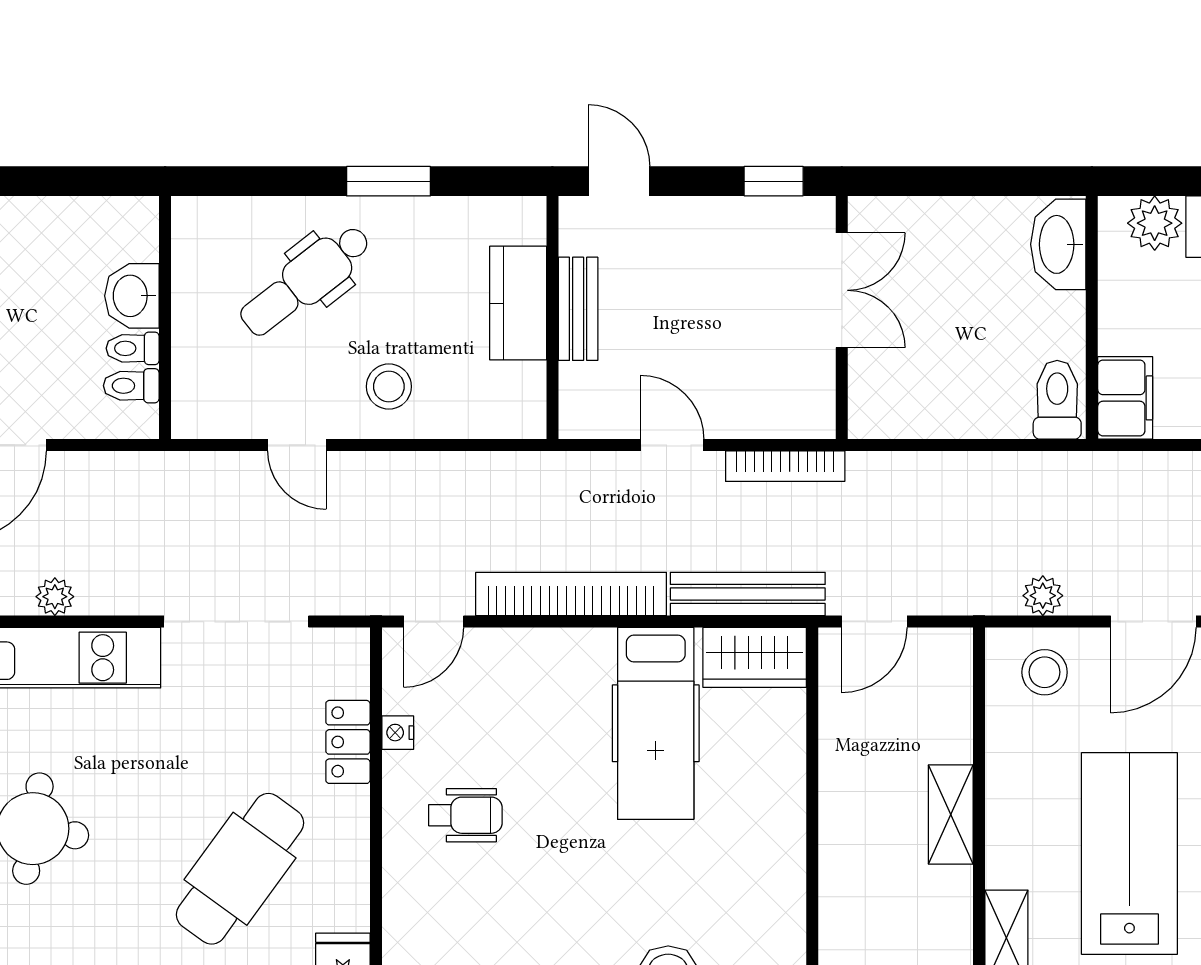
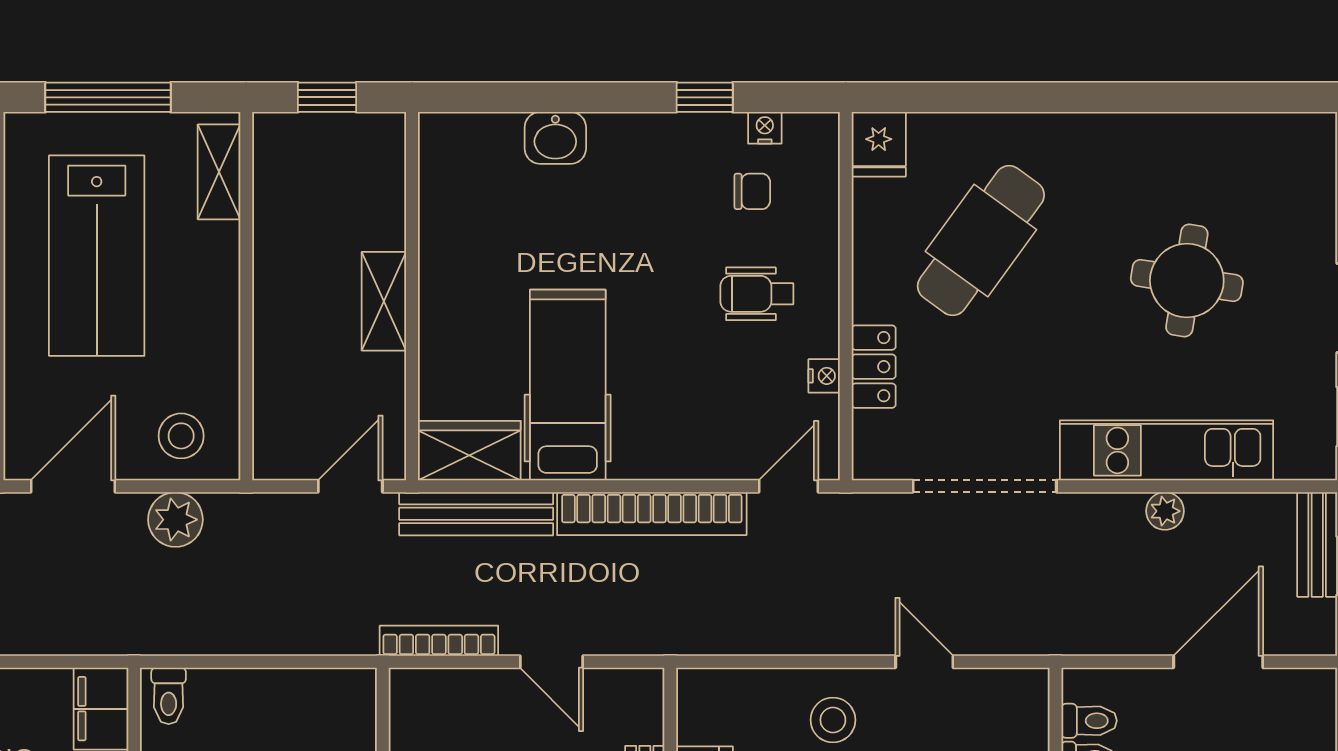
toilet: (1057, 400) -> (169, 696), width x0.73, depth x0.72
plant: (1043, 596) -> (175, 520), width x1.38, depth x1.38
shelving: (951, 814) -> (384, 301), moved
chair: (470, 918) -> (752, 191), added

